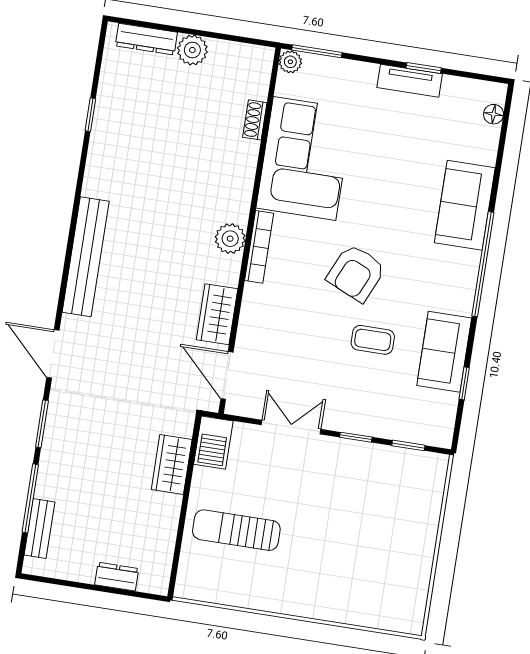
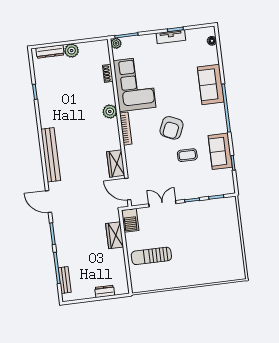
plant: (230, 239) -> (110, 111), moved

